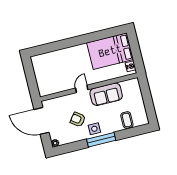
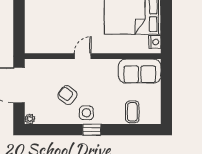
sofa: (106, 94) -> (140, 71), moved
window: (101, 140) -> (92, 130), width x0.46

